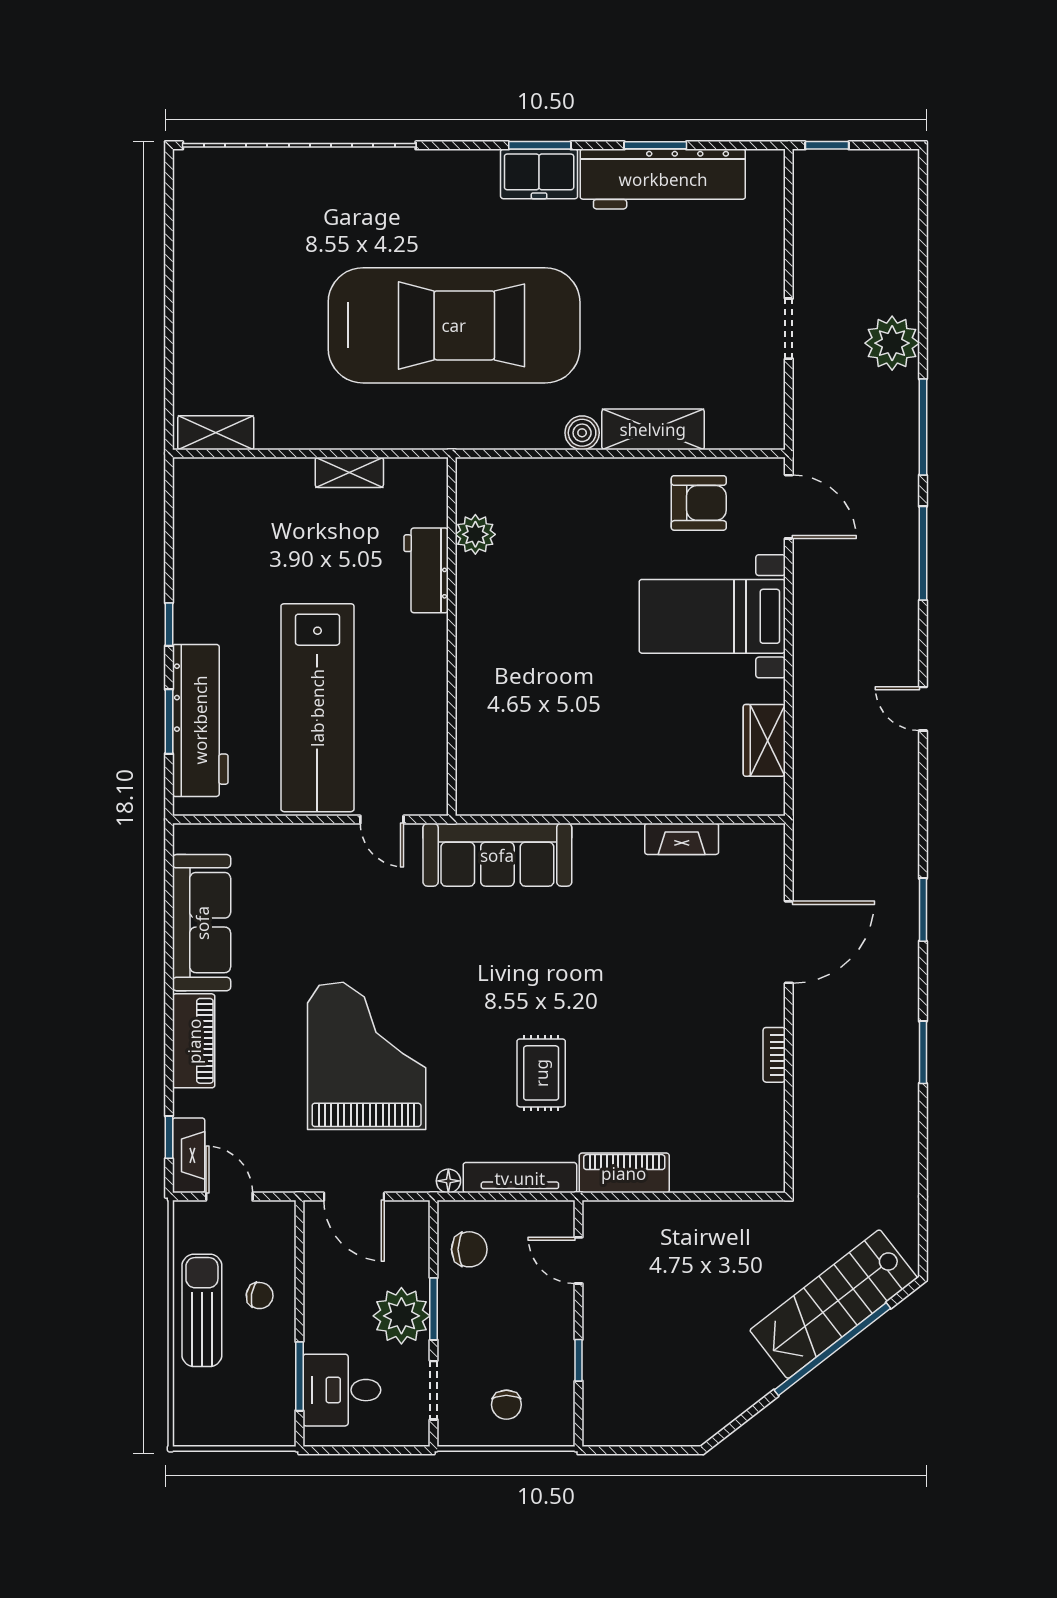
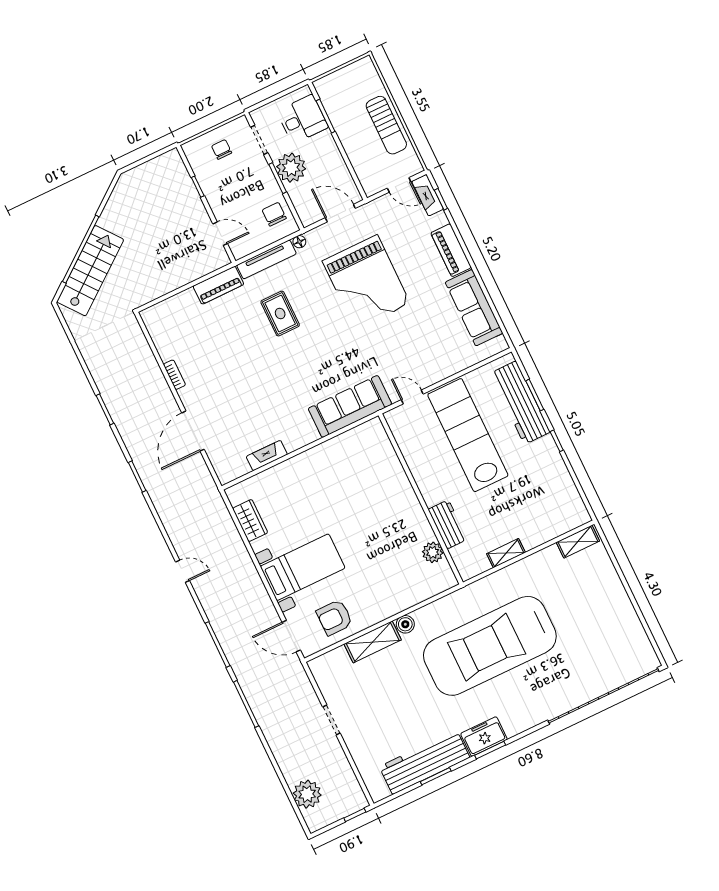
plant: (892, 343) -> (307, 794), moved
chair: (469, 1249) -> (274, 214), turned 90
chair: (260, 1296) -> (362, 145), removed

